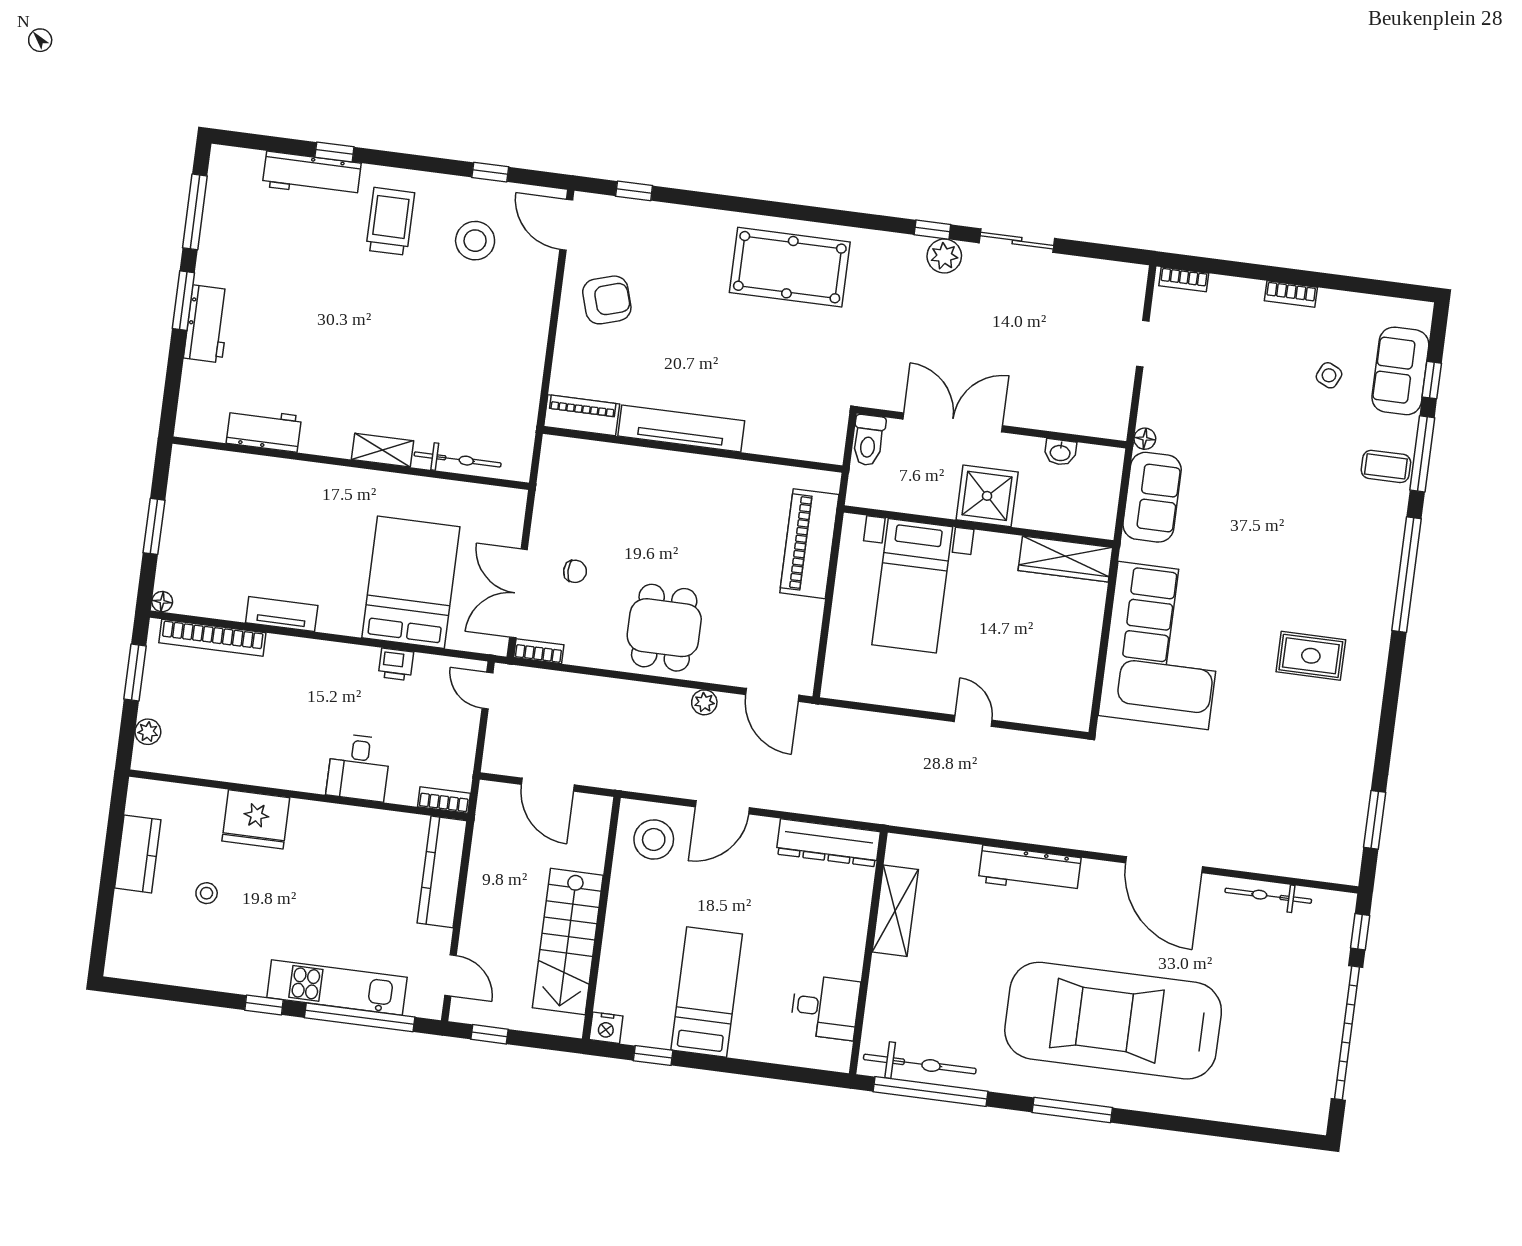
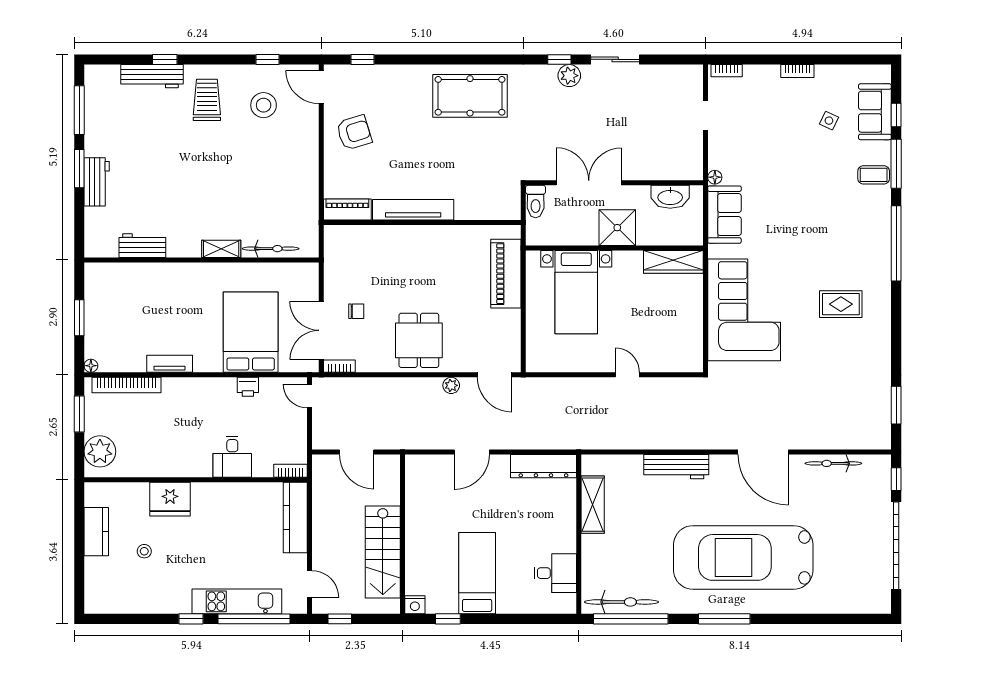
washbasin: (1060, 452) -> (670, 197), width x1.91, depth x1.45
plant: (148, 732) -> (100, 451), width x1.88, depth x1.88
stool: (654, 839) -> (430, 479), removed

